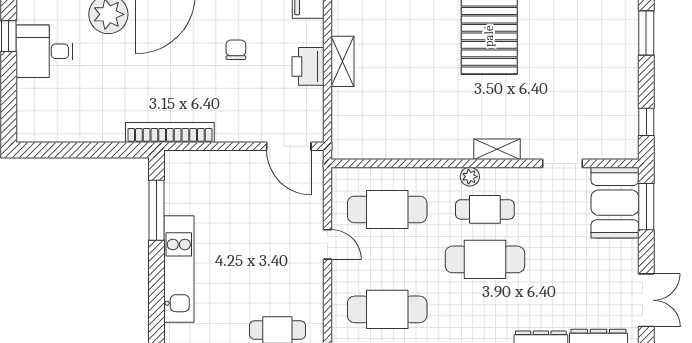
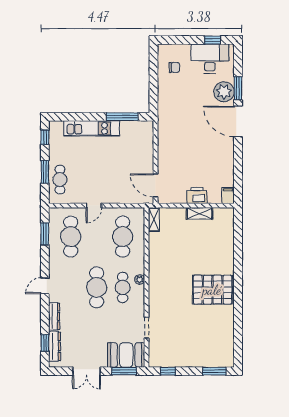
chair: (236, 50) -> (174, 67), moved
desk: (45, 51) -> (210, 59), width x1.37
bookcase: (170, 132) -> (163, 124), removed
door: (289, 146) -> (155, 185), hinge flipped
shelving: (497, 149) -> (154, 219), moved
door: (327, 244) -> (94, 206), moved
double door: (646, 300) -> (87, 371), moved

